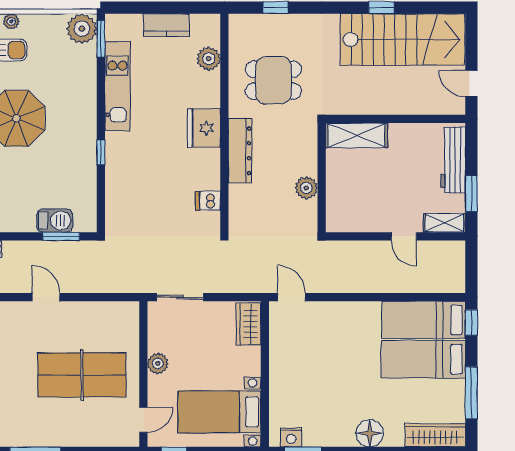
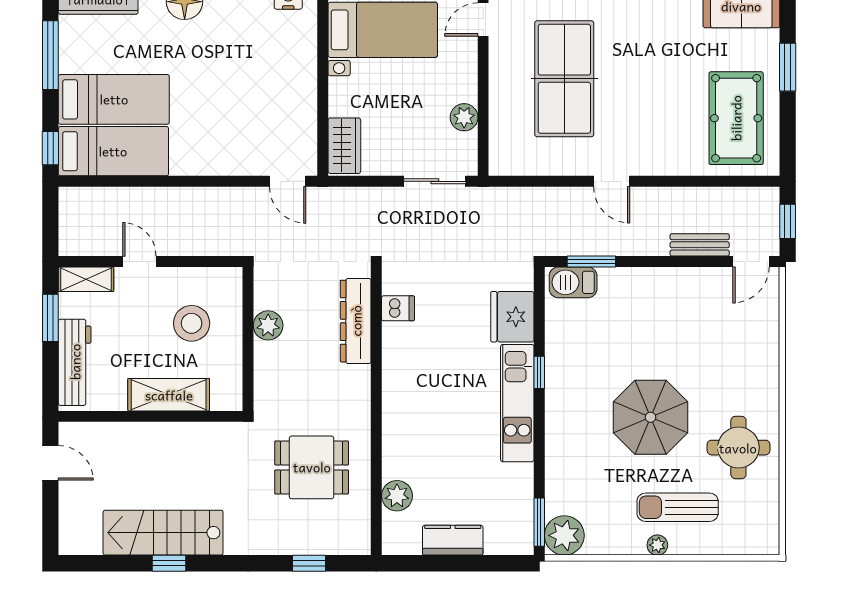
stairs: (403, 39) -> (163, 533), width x0.73, depth x0.66
kitchen unit: (117, 86) -> (517, 403), moved
fridge: (204, 128) -> (512, 317), moved, turned 180
shelving: (357, 135) -> (169, 395), moved
dresser: (240, 151) -> (356, 321), moved
stool: (364, 189) -> (192, 323), added
barbecue: (55, 221) -> (573, 282), moved
plant: (158, 363) -> (464, 117), moved
table tennis table: (82, 375) -> (564, 79), turned 90

